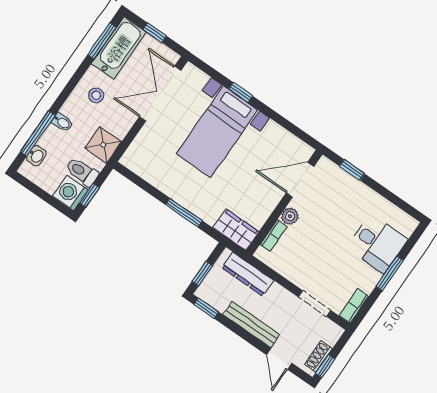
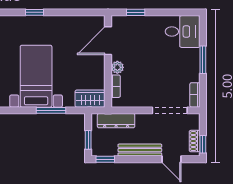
bed with nightstands: (217, 132) -> (36, 76), moved, turned 180
desk: (377, 244) -> (183, 32), moved
doorway: (315, 304) -> (170, 110), width x1.38

